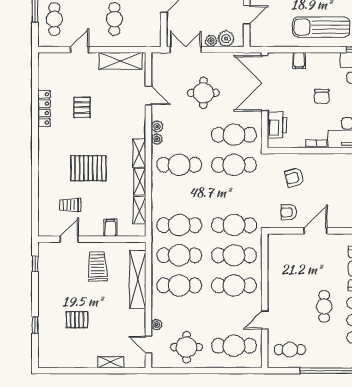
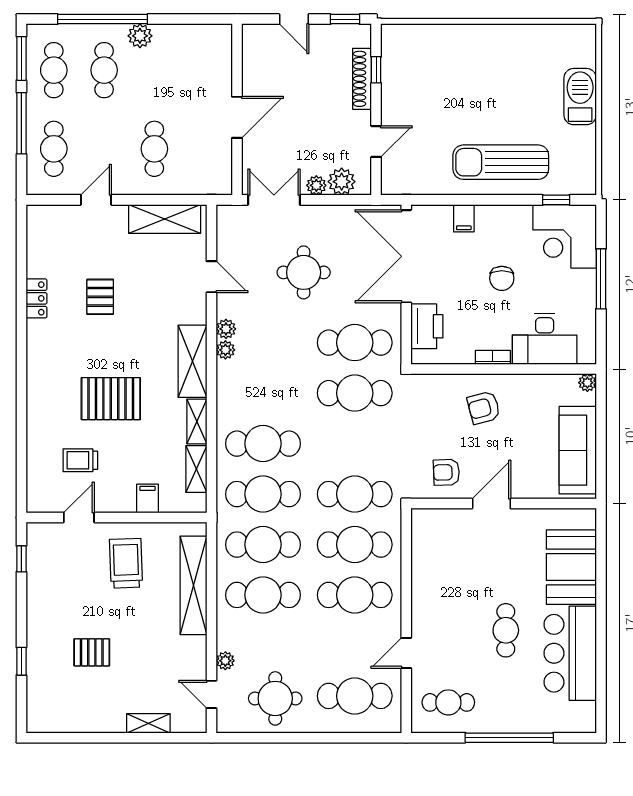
locker: (44, 108) -> (36, 298), width x0.66
shelving: (139, 153) -> (192, 361), width x1.50, depth x1.33
cafe table: (179, 165) -> (263, 444), moved
armchair: (294, 177) -> (484, 408), moved

